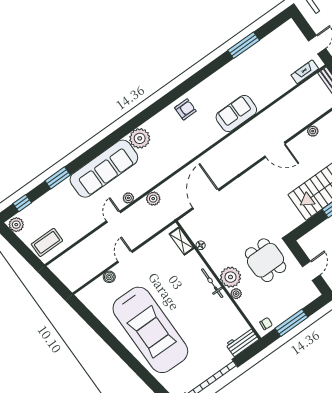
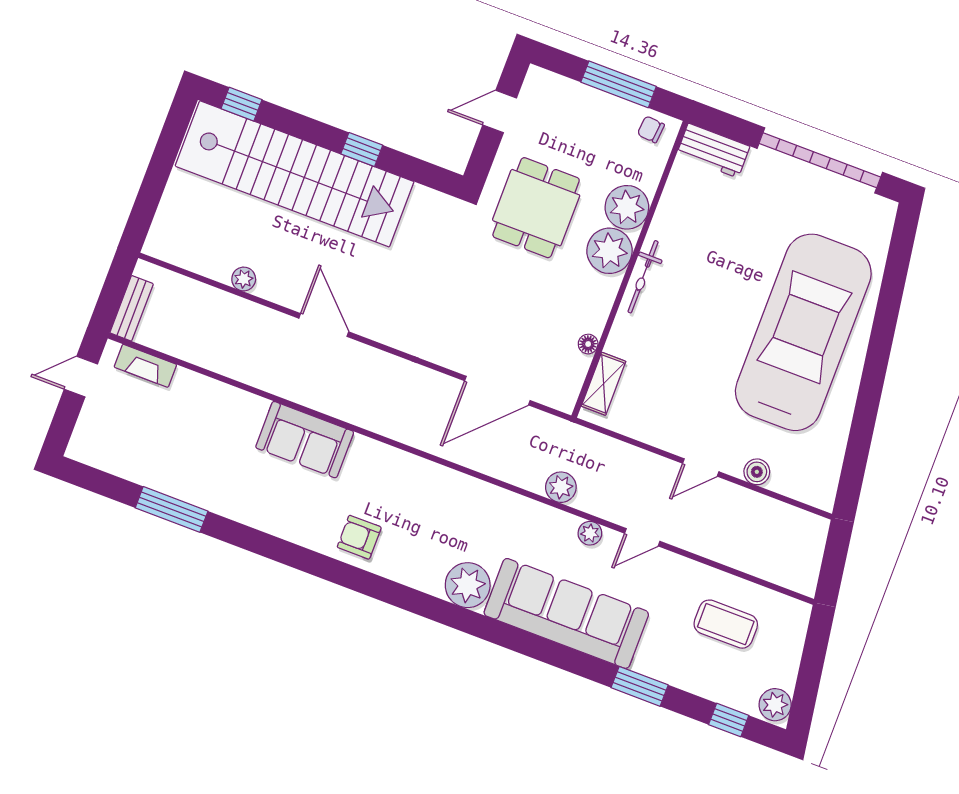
coffee table: (47, 242) -> (726, 624), moved
plant: (236, 294) -> (627, 207), width x1.87, depth x1.87

